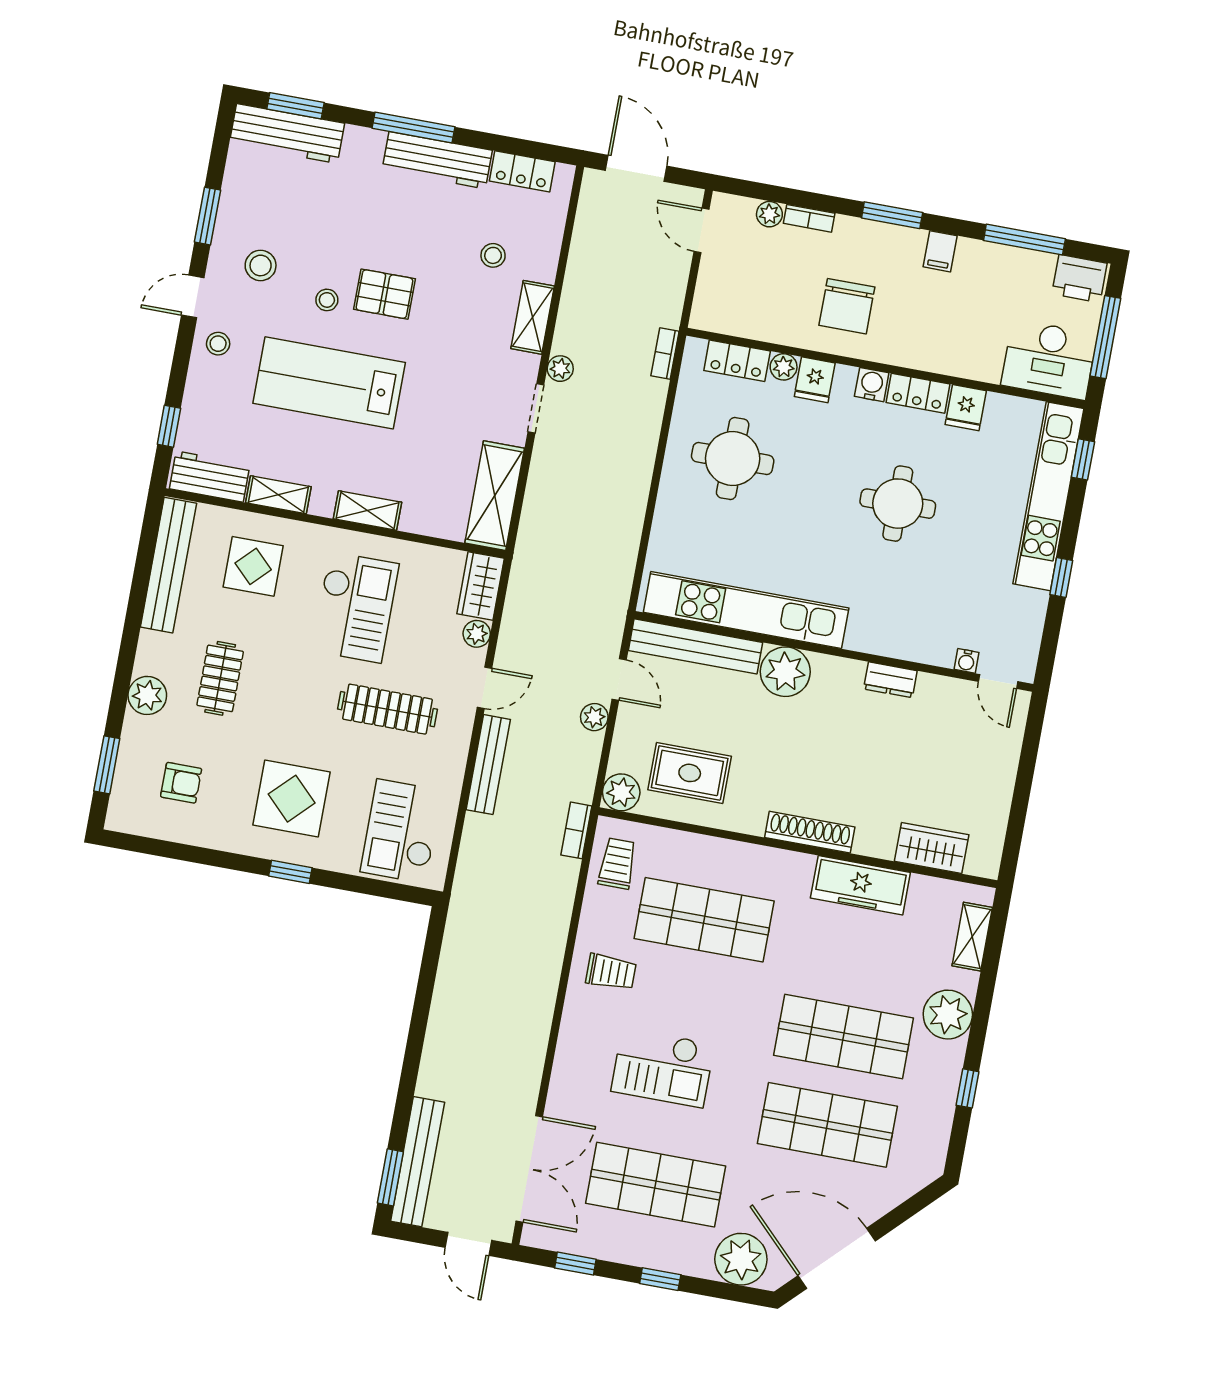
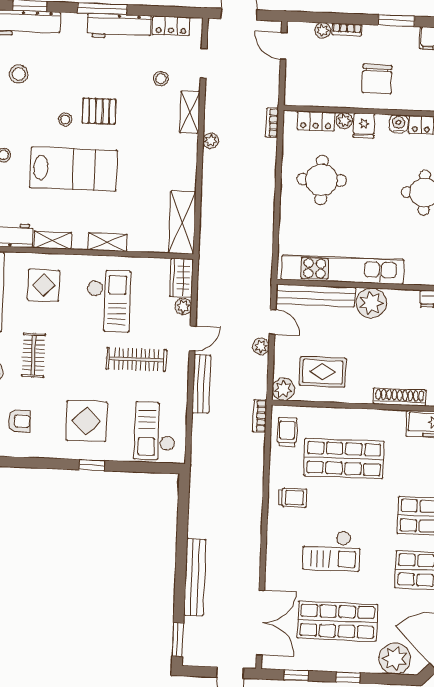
stool: (261, 265) -> (19, 74), moved
lab bench: (329, 383) -> (74, 169), turned 180
doorway: (536, 408) -> (204, 63), moved
bench: (418, 1162) -> (195, 577), moved

